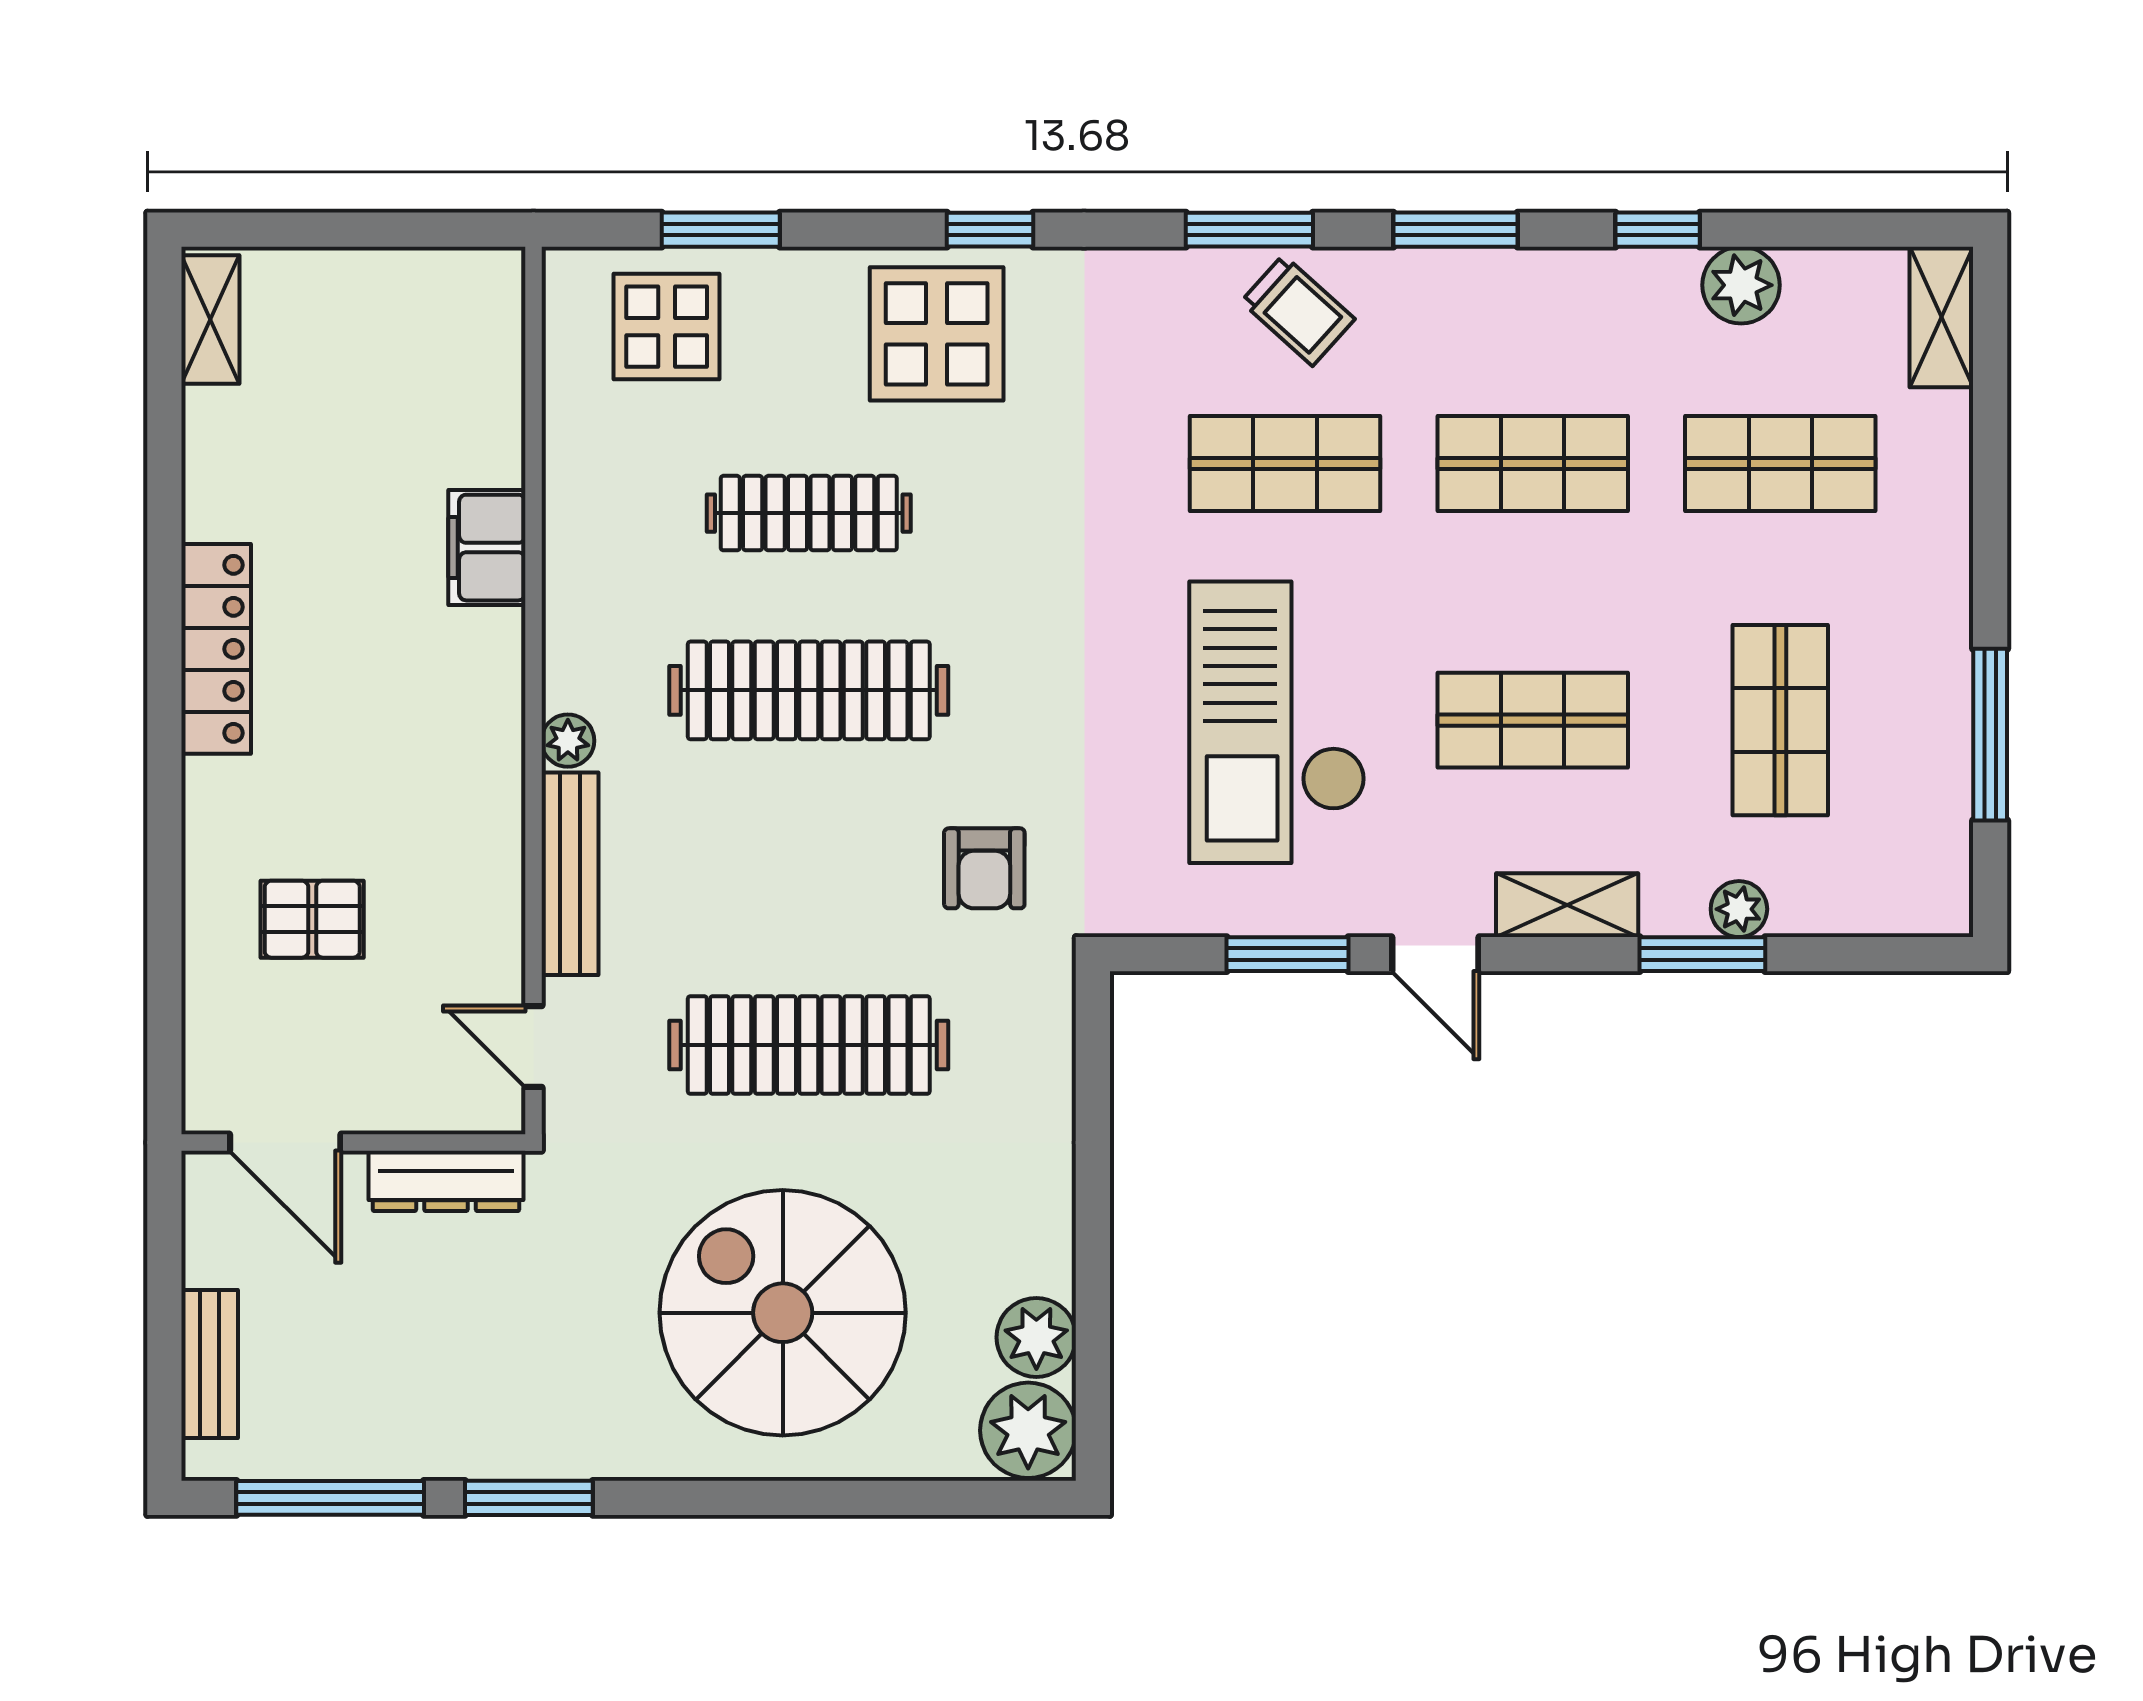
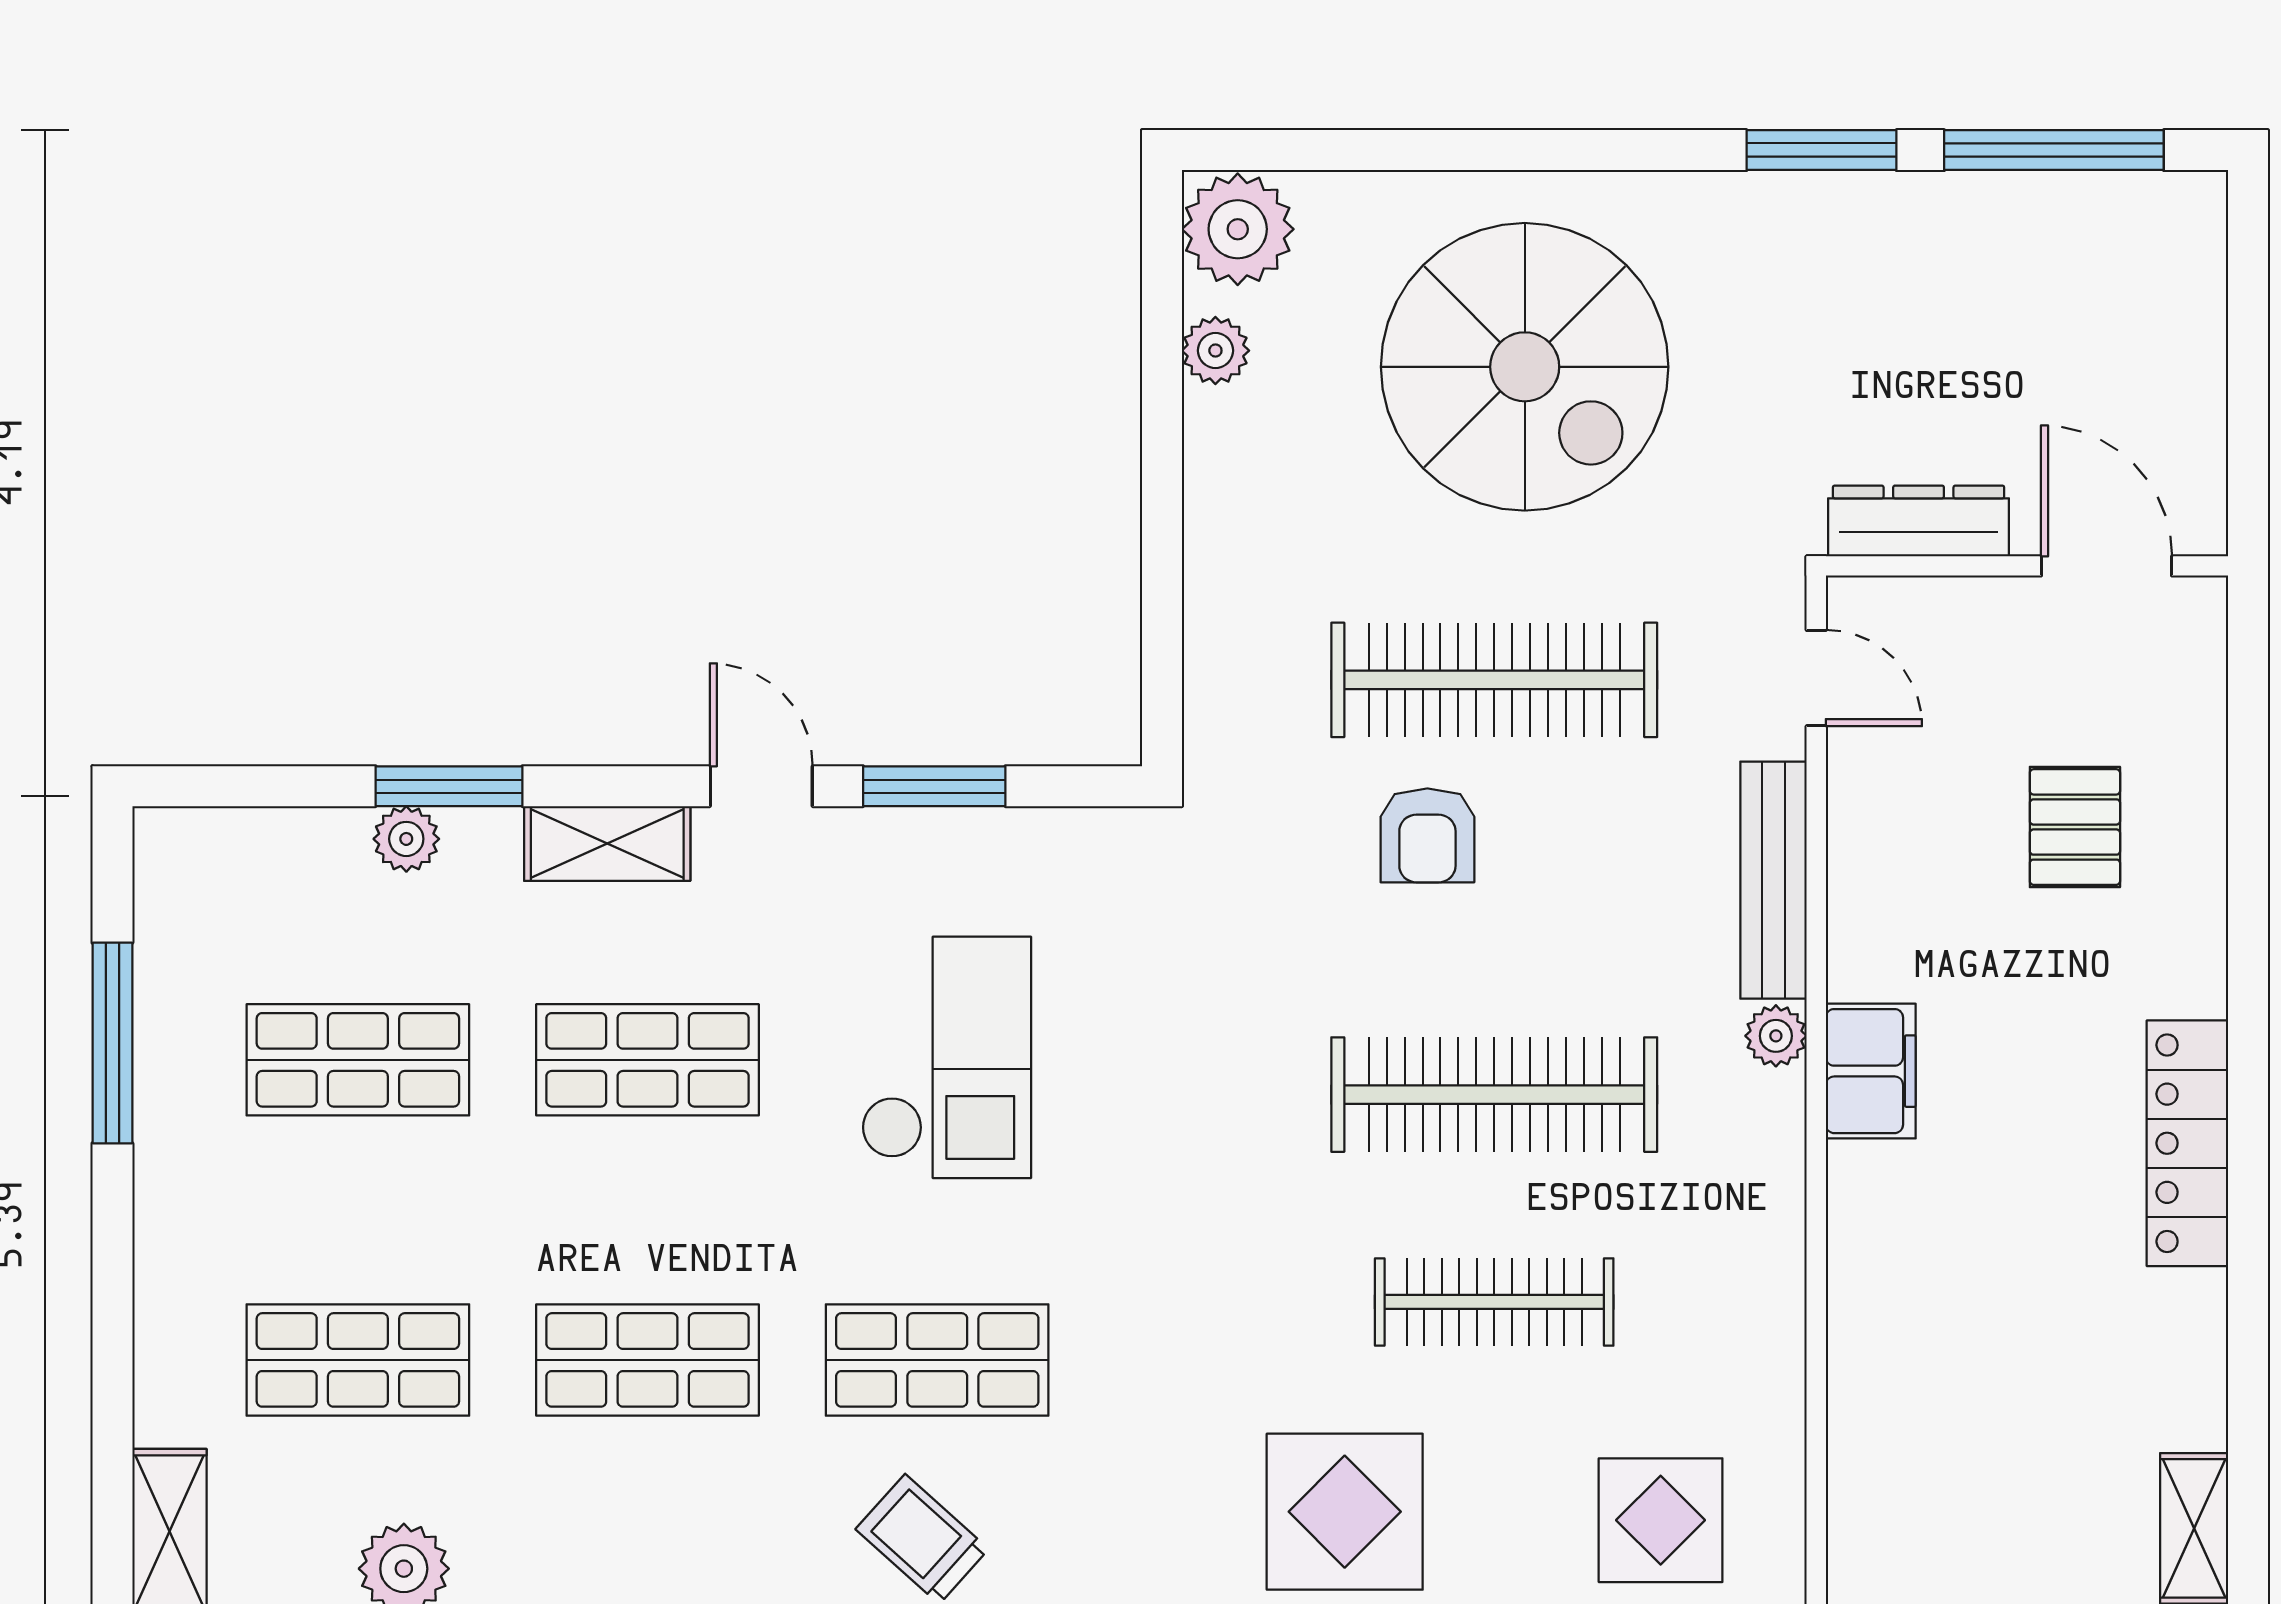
filing cabinet: (487, 548) -> (1871, 1071), moved
shop shelf: (1780, 720) -> (358, 1060), turned 90
checkout: (1277, 722) -> (946, 1057), width x0.73, depth x0.83
armchair: (984, 868) -> (1427, 835), moved, turned 180
pallet: (312, 919) -> (2075, 827), turned 90
plant: (1036, 1337) -> (1215, 351), width x0.73, depth x0.73
bench: (210, 1364) -> (2195, 307), removed

